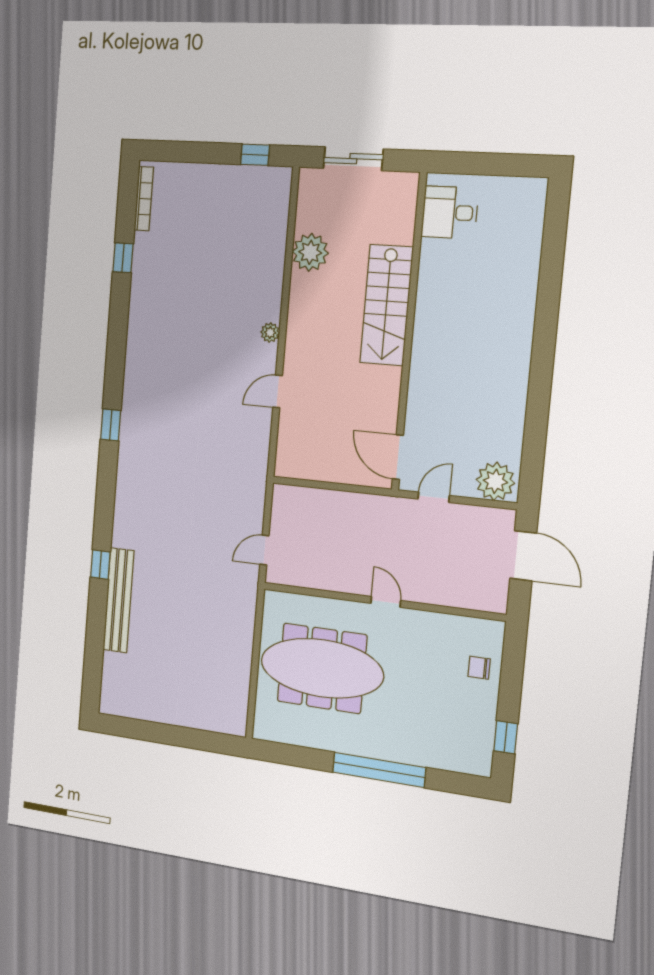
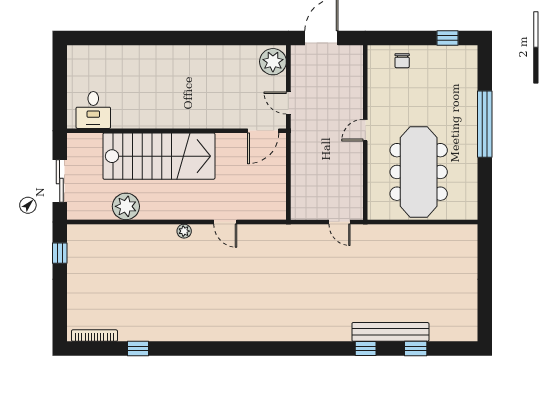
stairs: (387, 305) -> (159, 156), width x1.36, depth x1.51
window: (111, 425) -> (416, 349), moved

